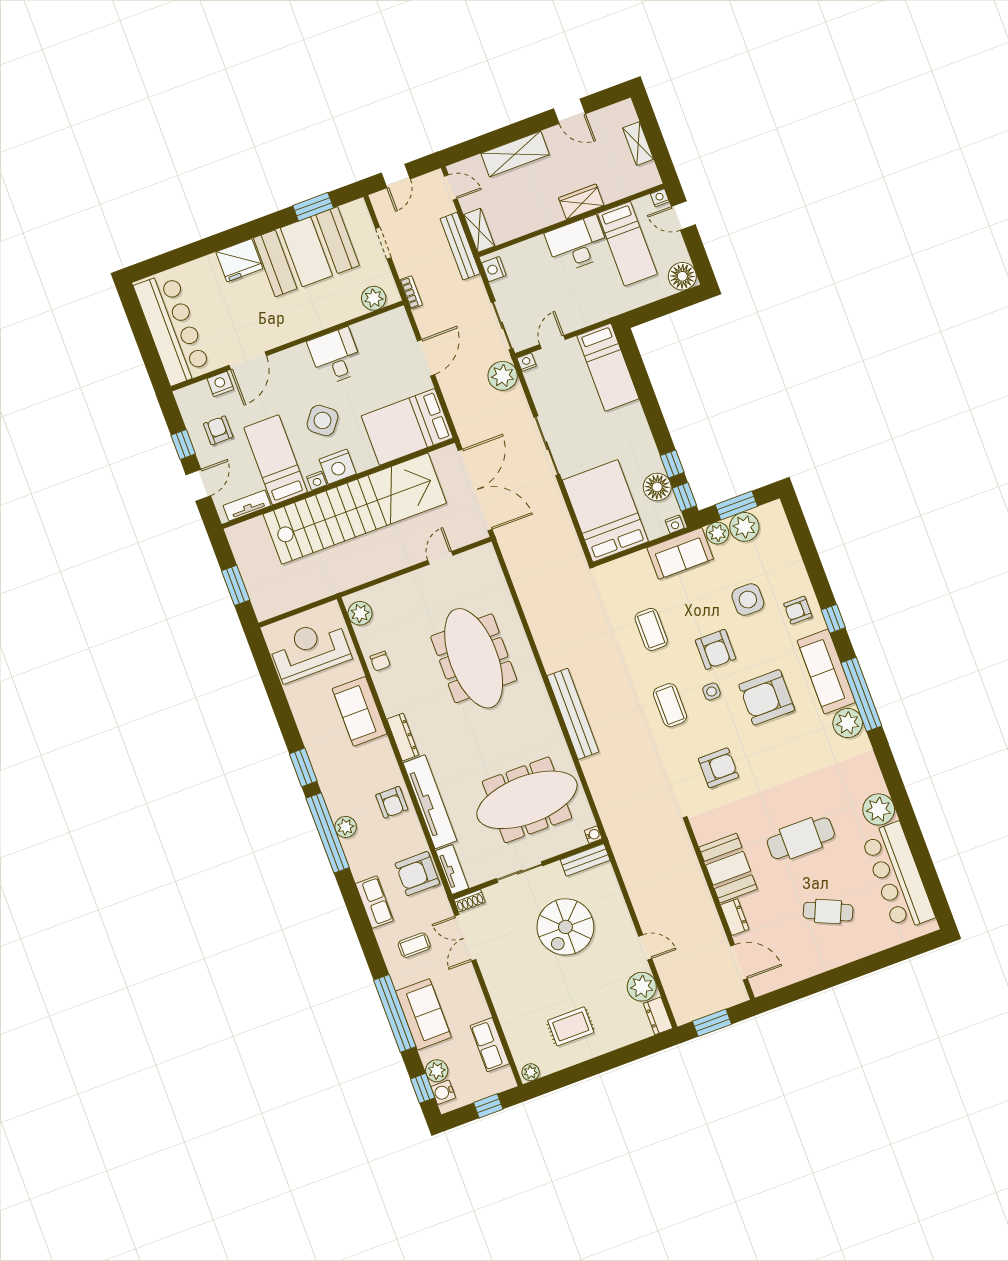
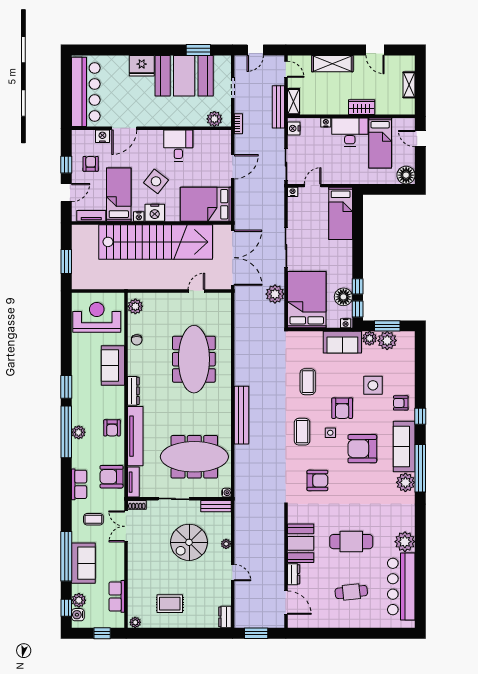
nightstand: (660, 198) -> (326, 123), moved
plant: (503, 376) -> (275, 294), moved
cafe table: (828, 912) -> (351, 592), turned -30
plant: (642, 987) -> (226, 544), moved, width x0.53, depth x0.53

